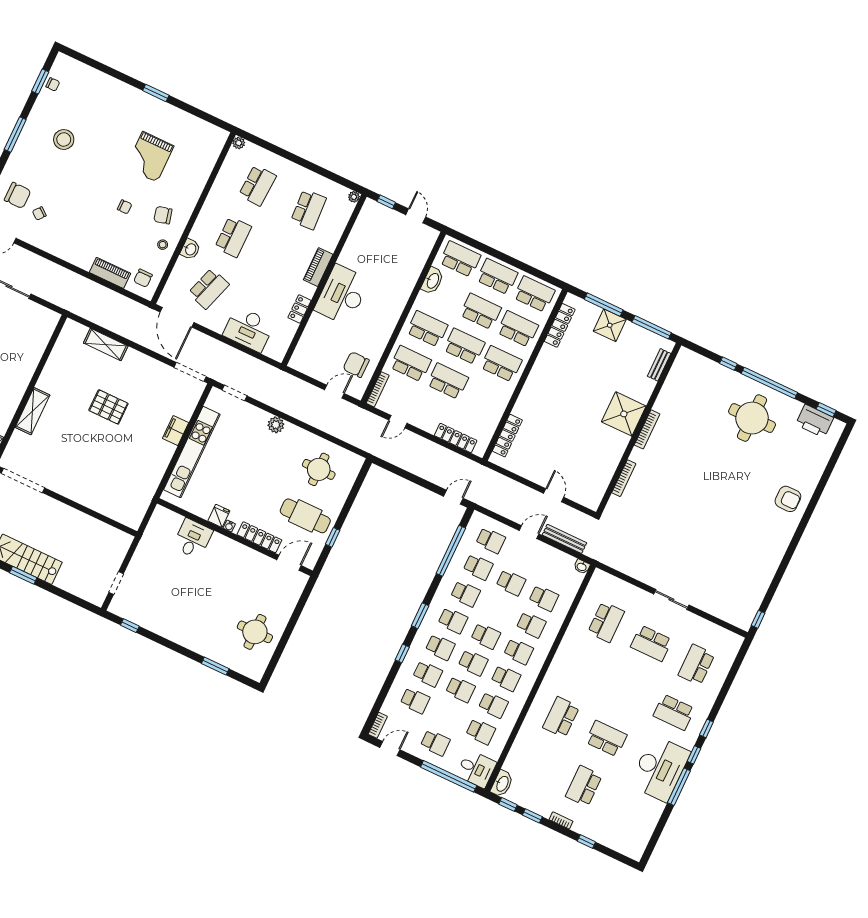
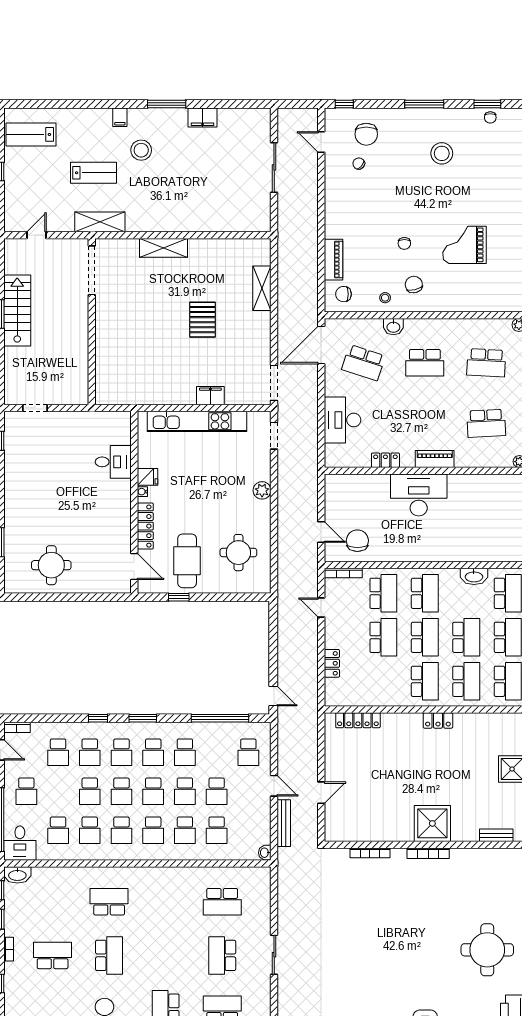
locker: (560, 325) -> (438, 720), moved, width x0.66
locker: (456, 438) -> (332, 663), width x0.66
school desk: (478, 567) -> (185, 791), moved

